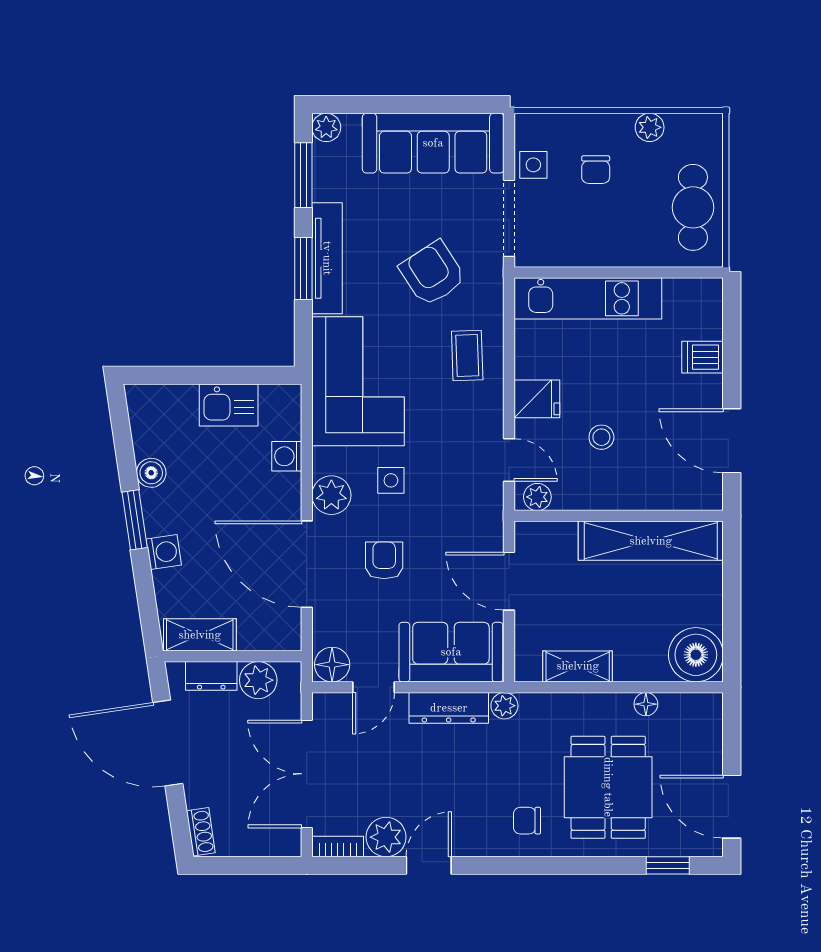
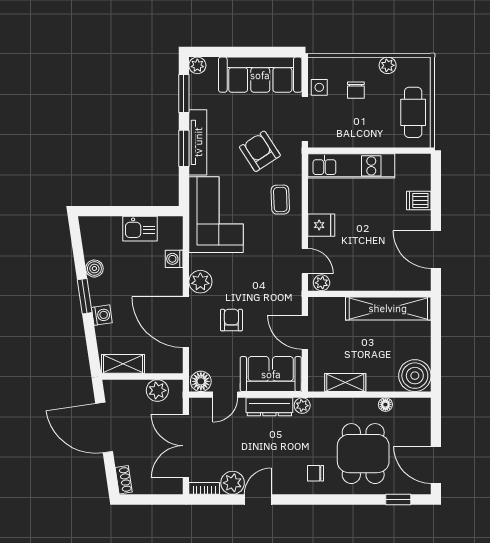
stool: (601, 437) -> (359, 248), removed
side table: (391, 480) -> (235, 273), removed
dresser: (211, 676) -> (130, 388), removed

